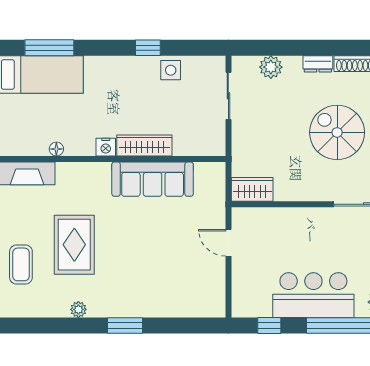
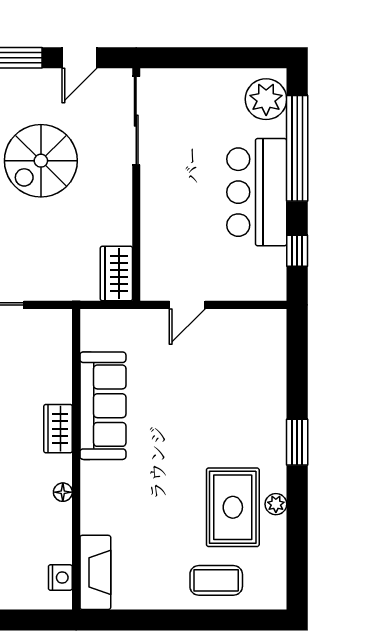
wardrobe: (144, 145) -> (58, 429), width x0.67
nightstand: (106, 147) -> (60, 578), moved
floor lamp: (56, 149) -> (63, 492), moved
rug: (74, 245) -> (233, 507), moved, turned 90

